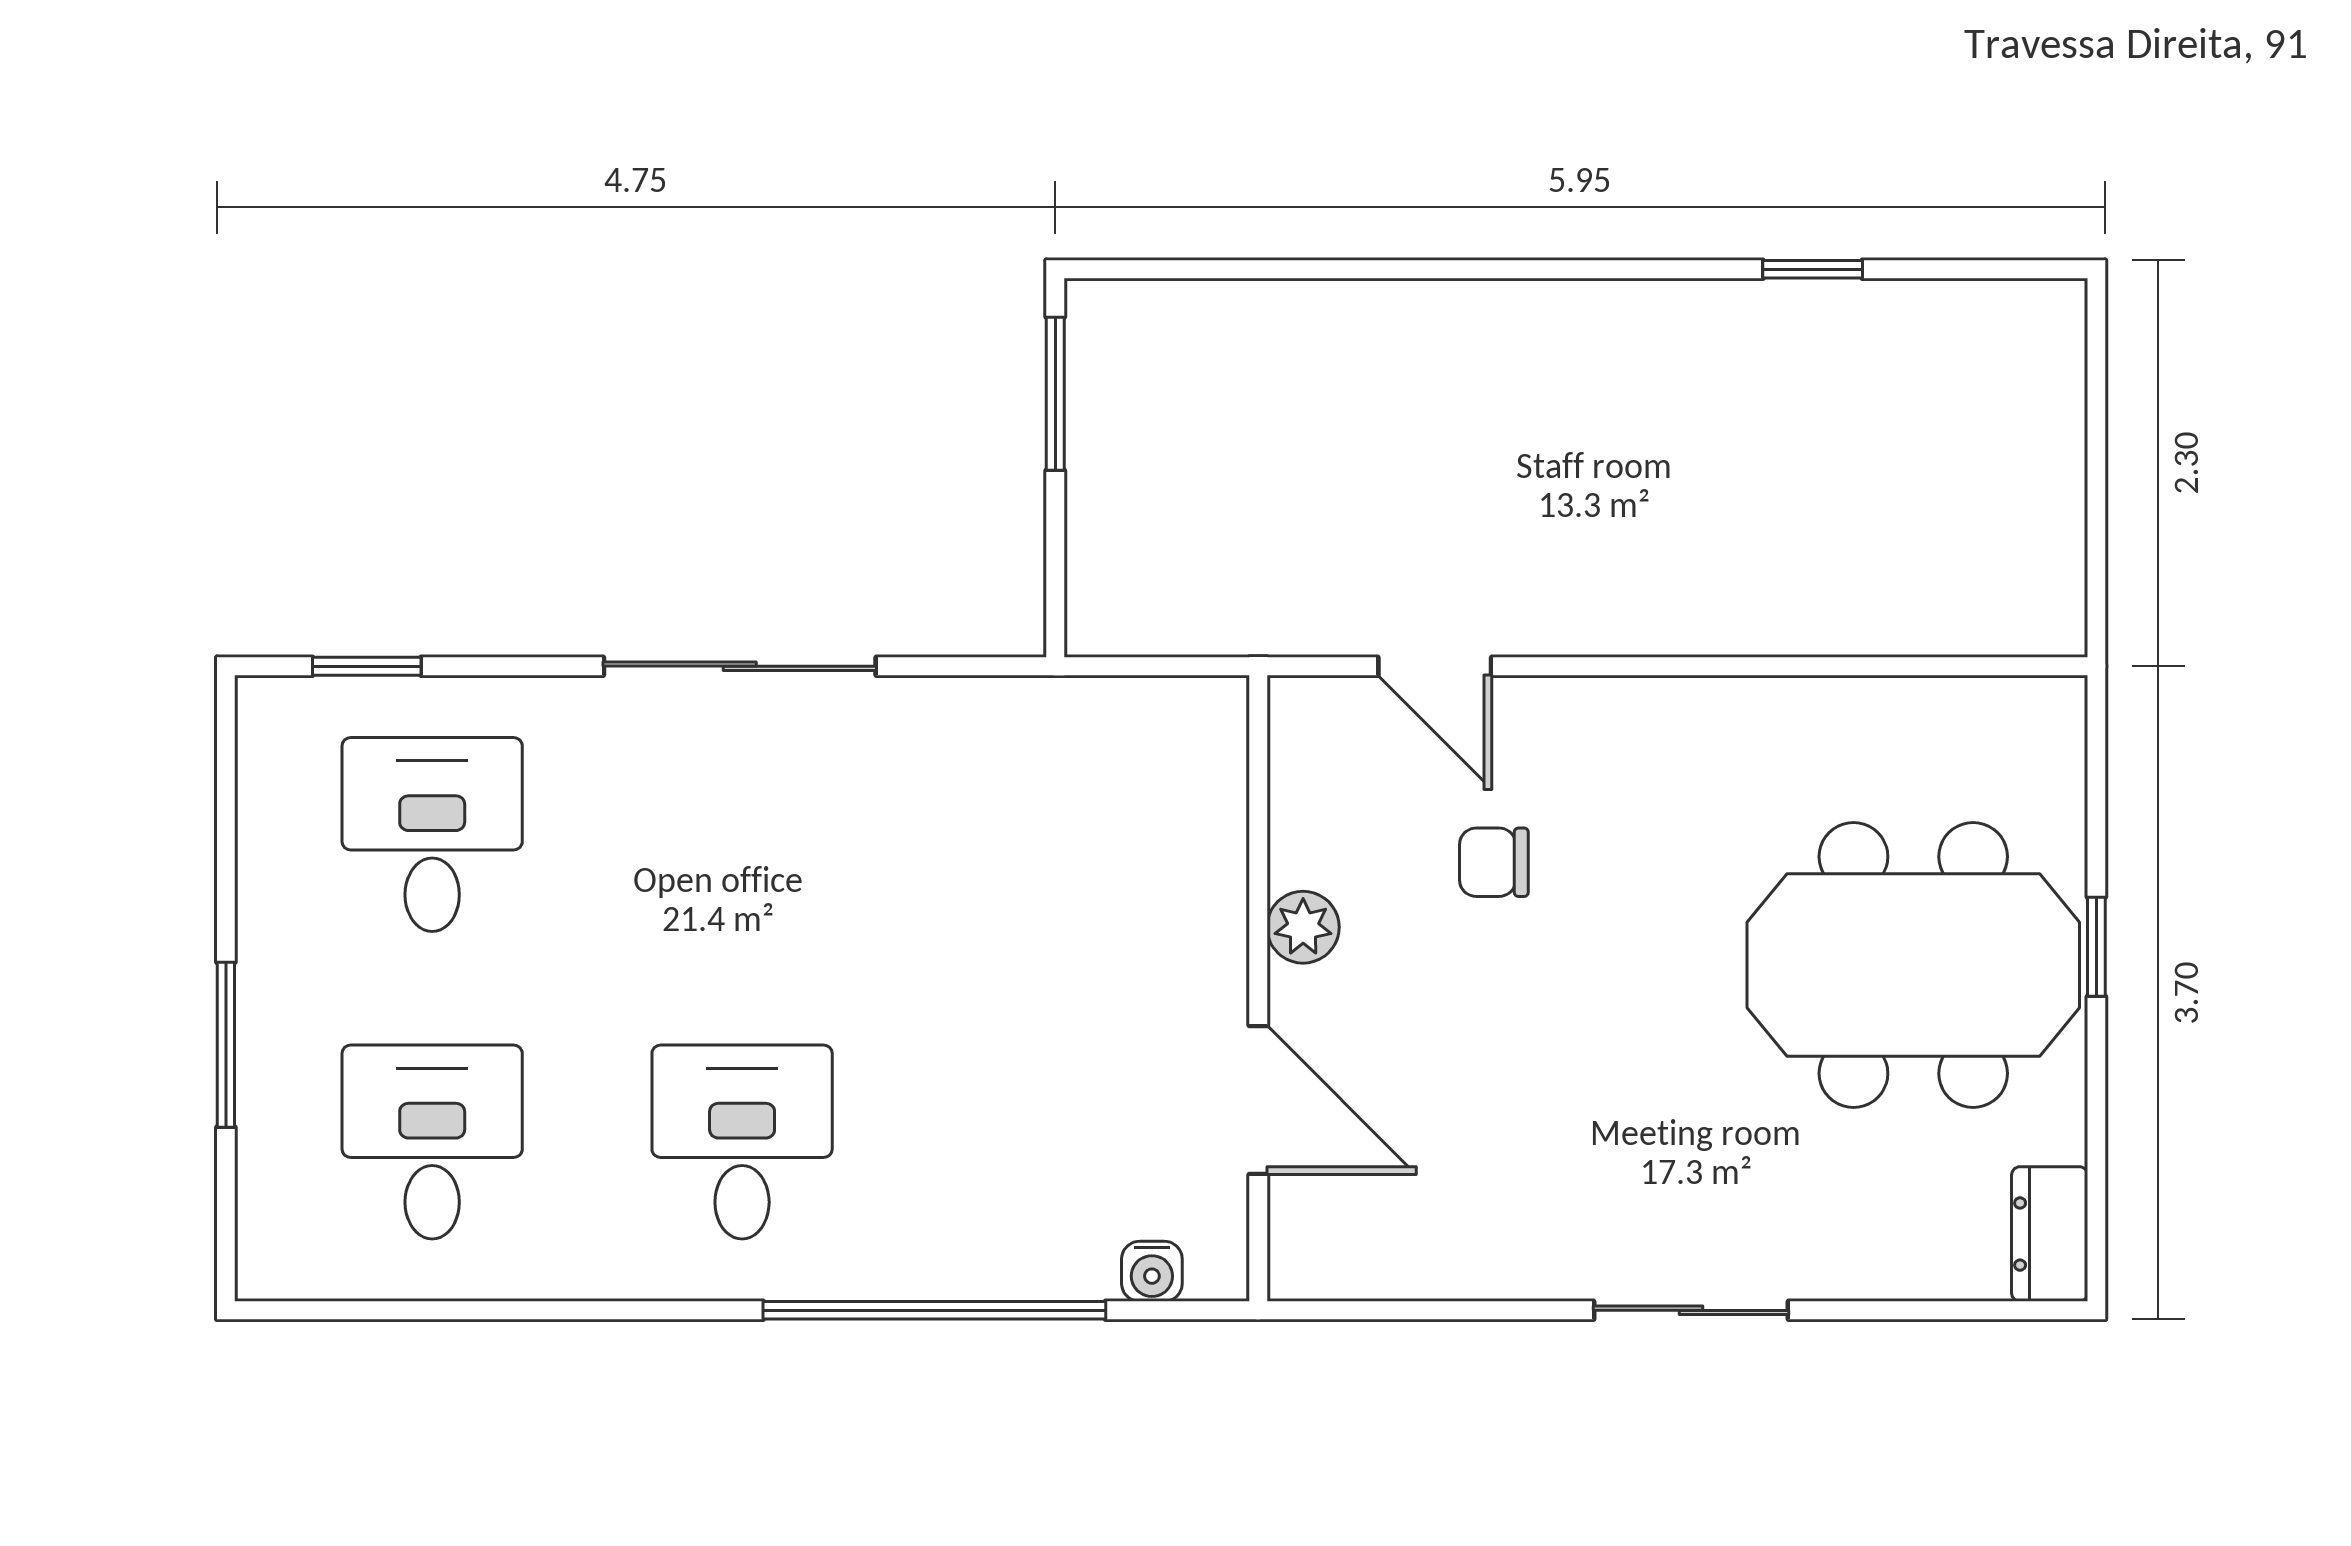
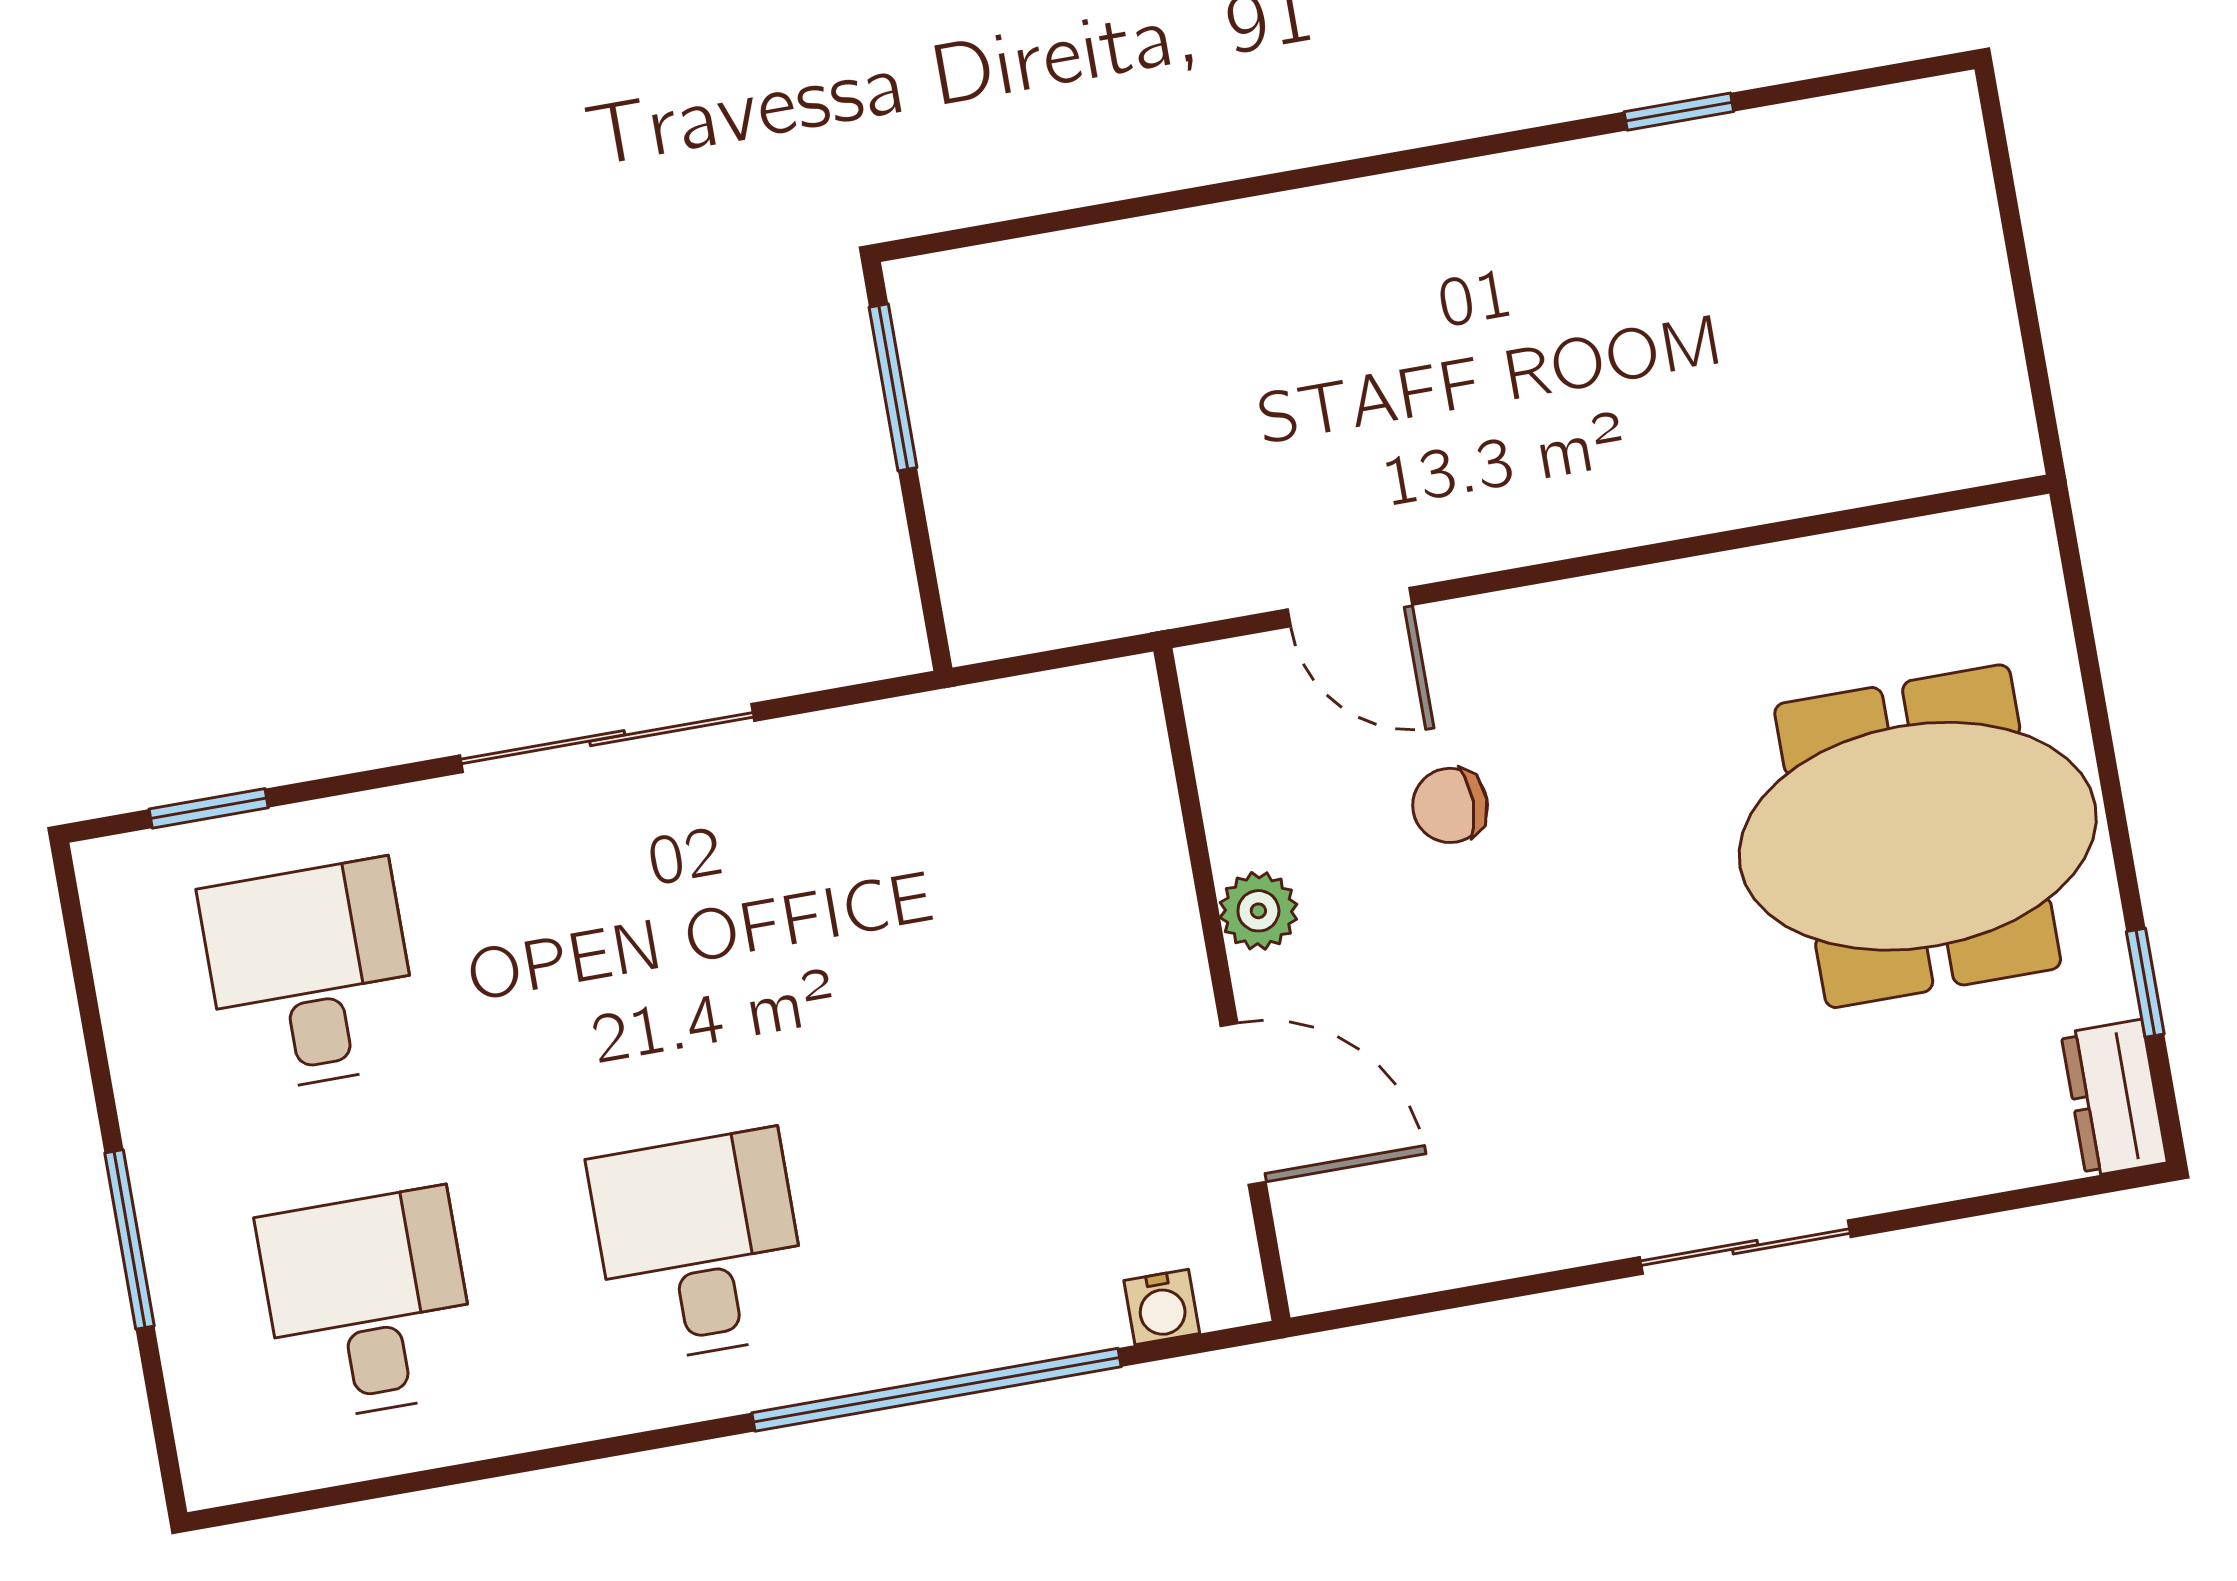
window: (2096, 947) -> (2145, 983), moved

